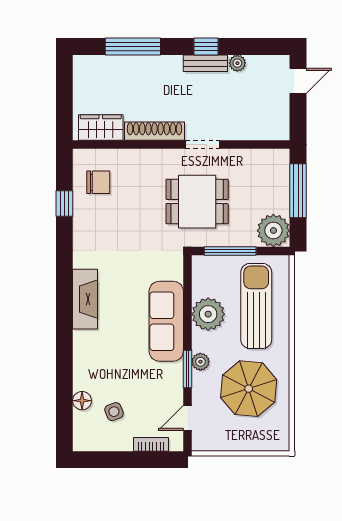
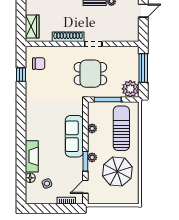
wardrobe: (101, 128) -> (32, 26), moved, turned 90
fireplace: (85, 299) -> (32, 156), moved
plant: (208, 314) -> (92, 128), width x0.53, depth x0.53

